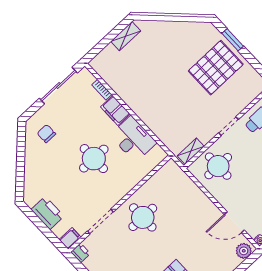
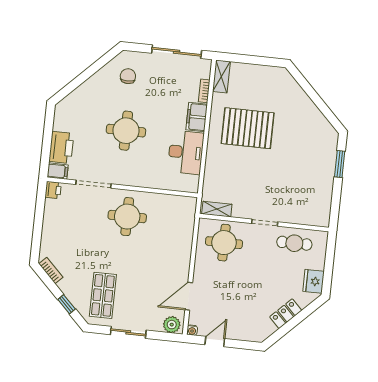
shelving: (126, 36) -> (221, 76), moved, turned 90
pallet: (216, 68) -> (248, 128), moved
round table: (94, 159) -> (126, 131), moved
printer: (48, 213) -> (61, 147), moved
door: (234, 222) -> (189, 296), hinge flipped

